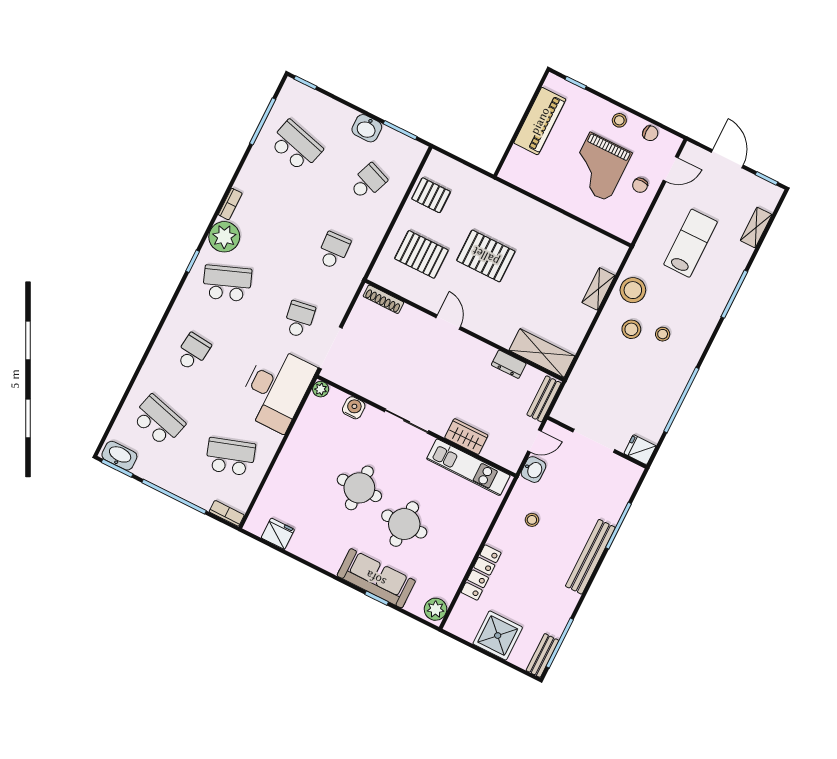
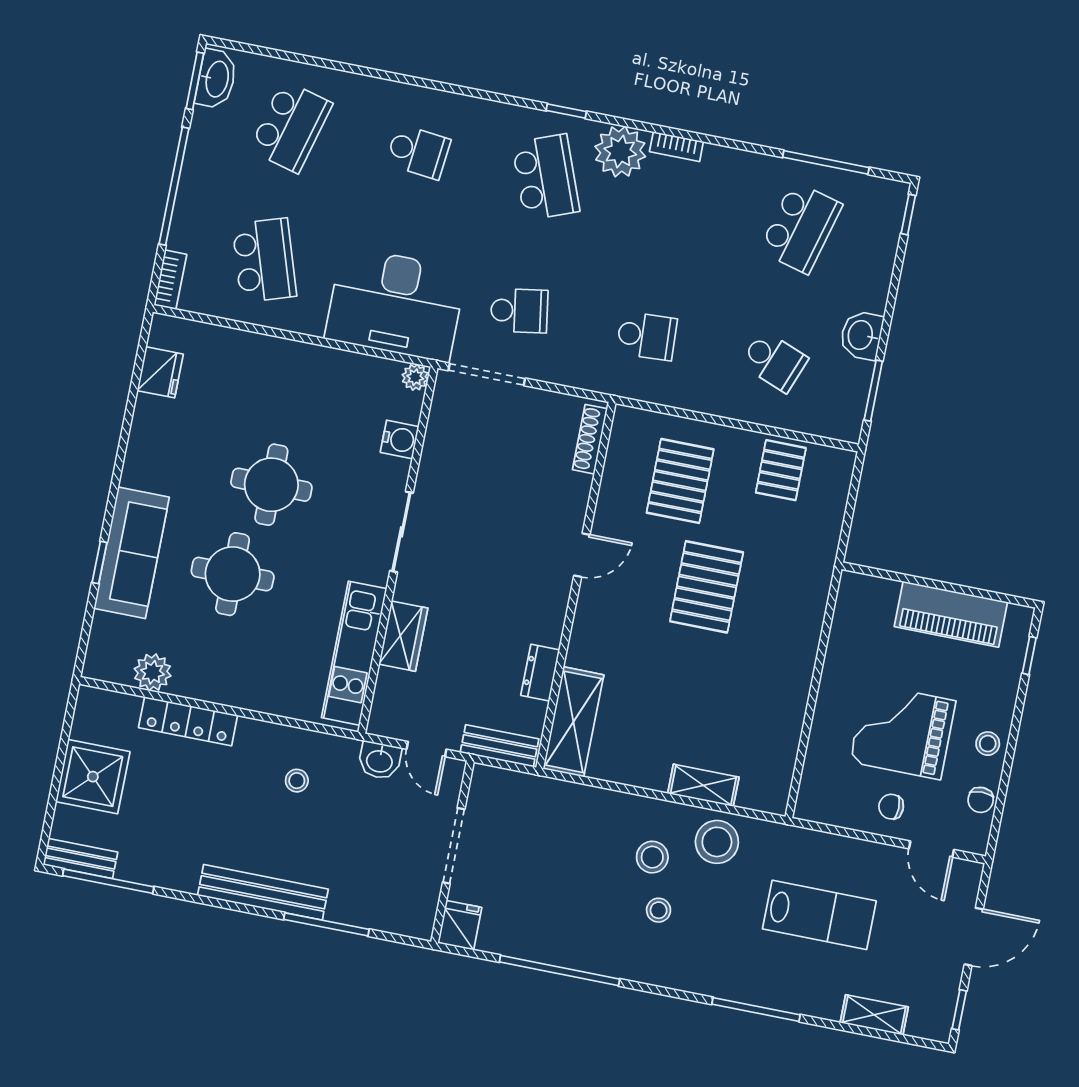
plant: (436, 609) -> (153, 672), moved

